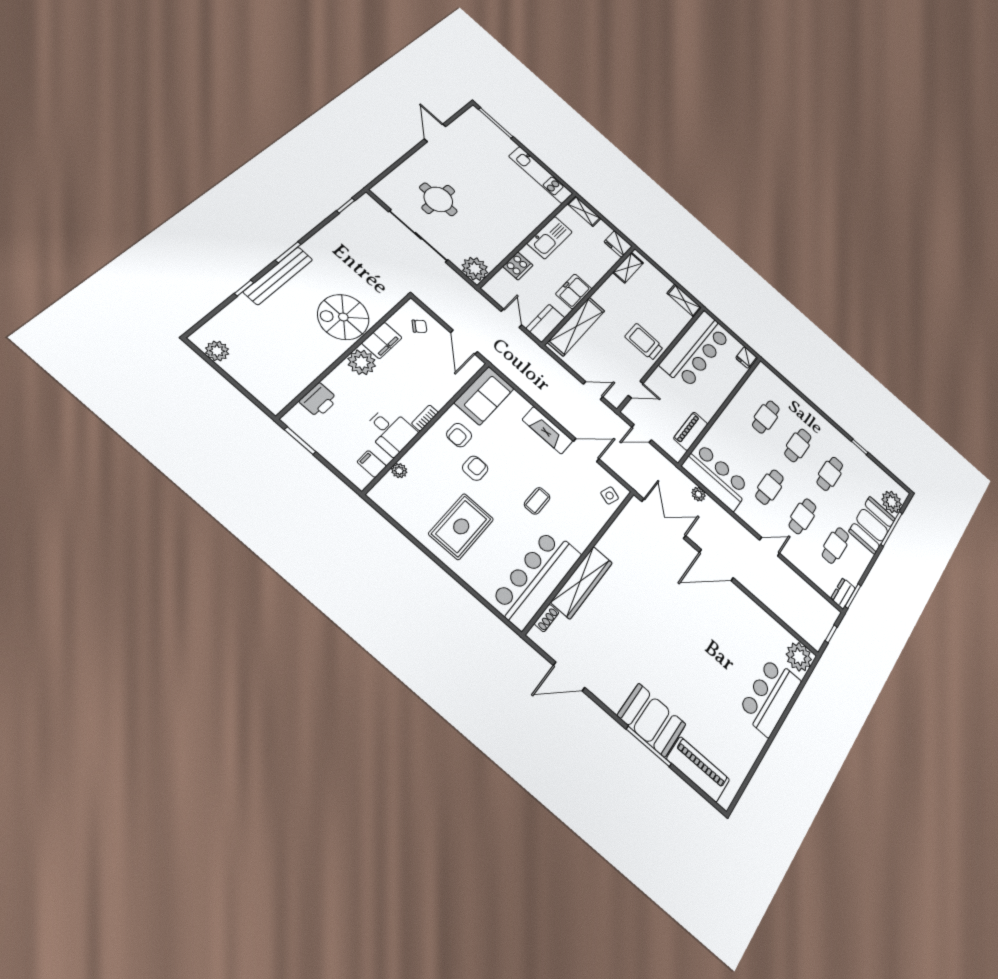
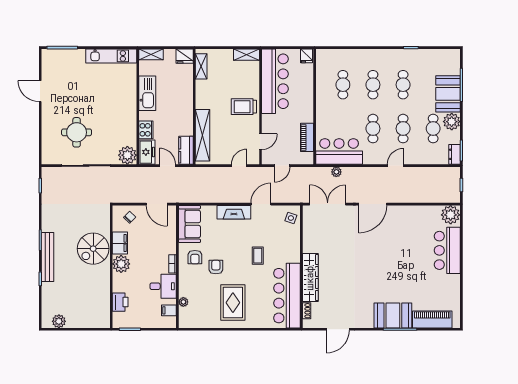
freezer: (574, 291) -> (147, 152), moved, turned 180
plant: (892, 502) -> (452, 122), moved

